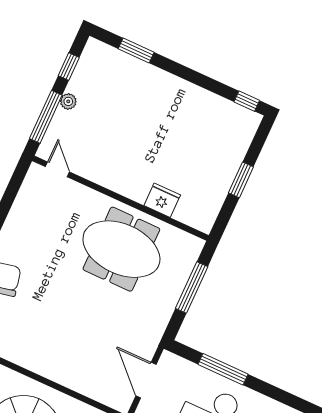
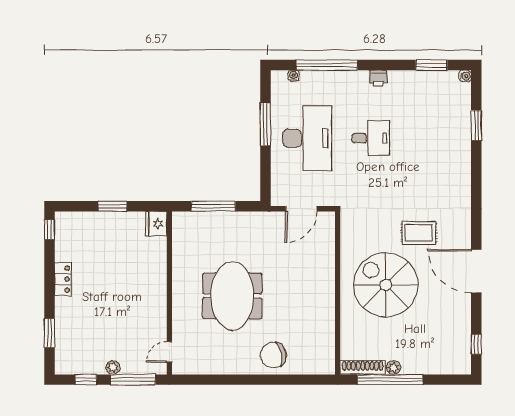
locker: (187, 91) -> (63, 279), added
fridge: (162, 200) -> (156, 224), moved
meeting table: (121, 249) -> (232, 296), moved
window: (223, 369) -> (265, 124), moved

